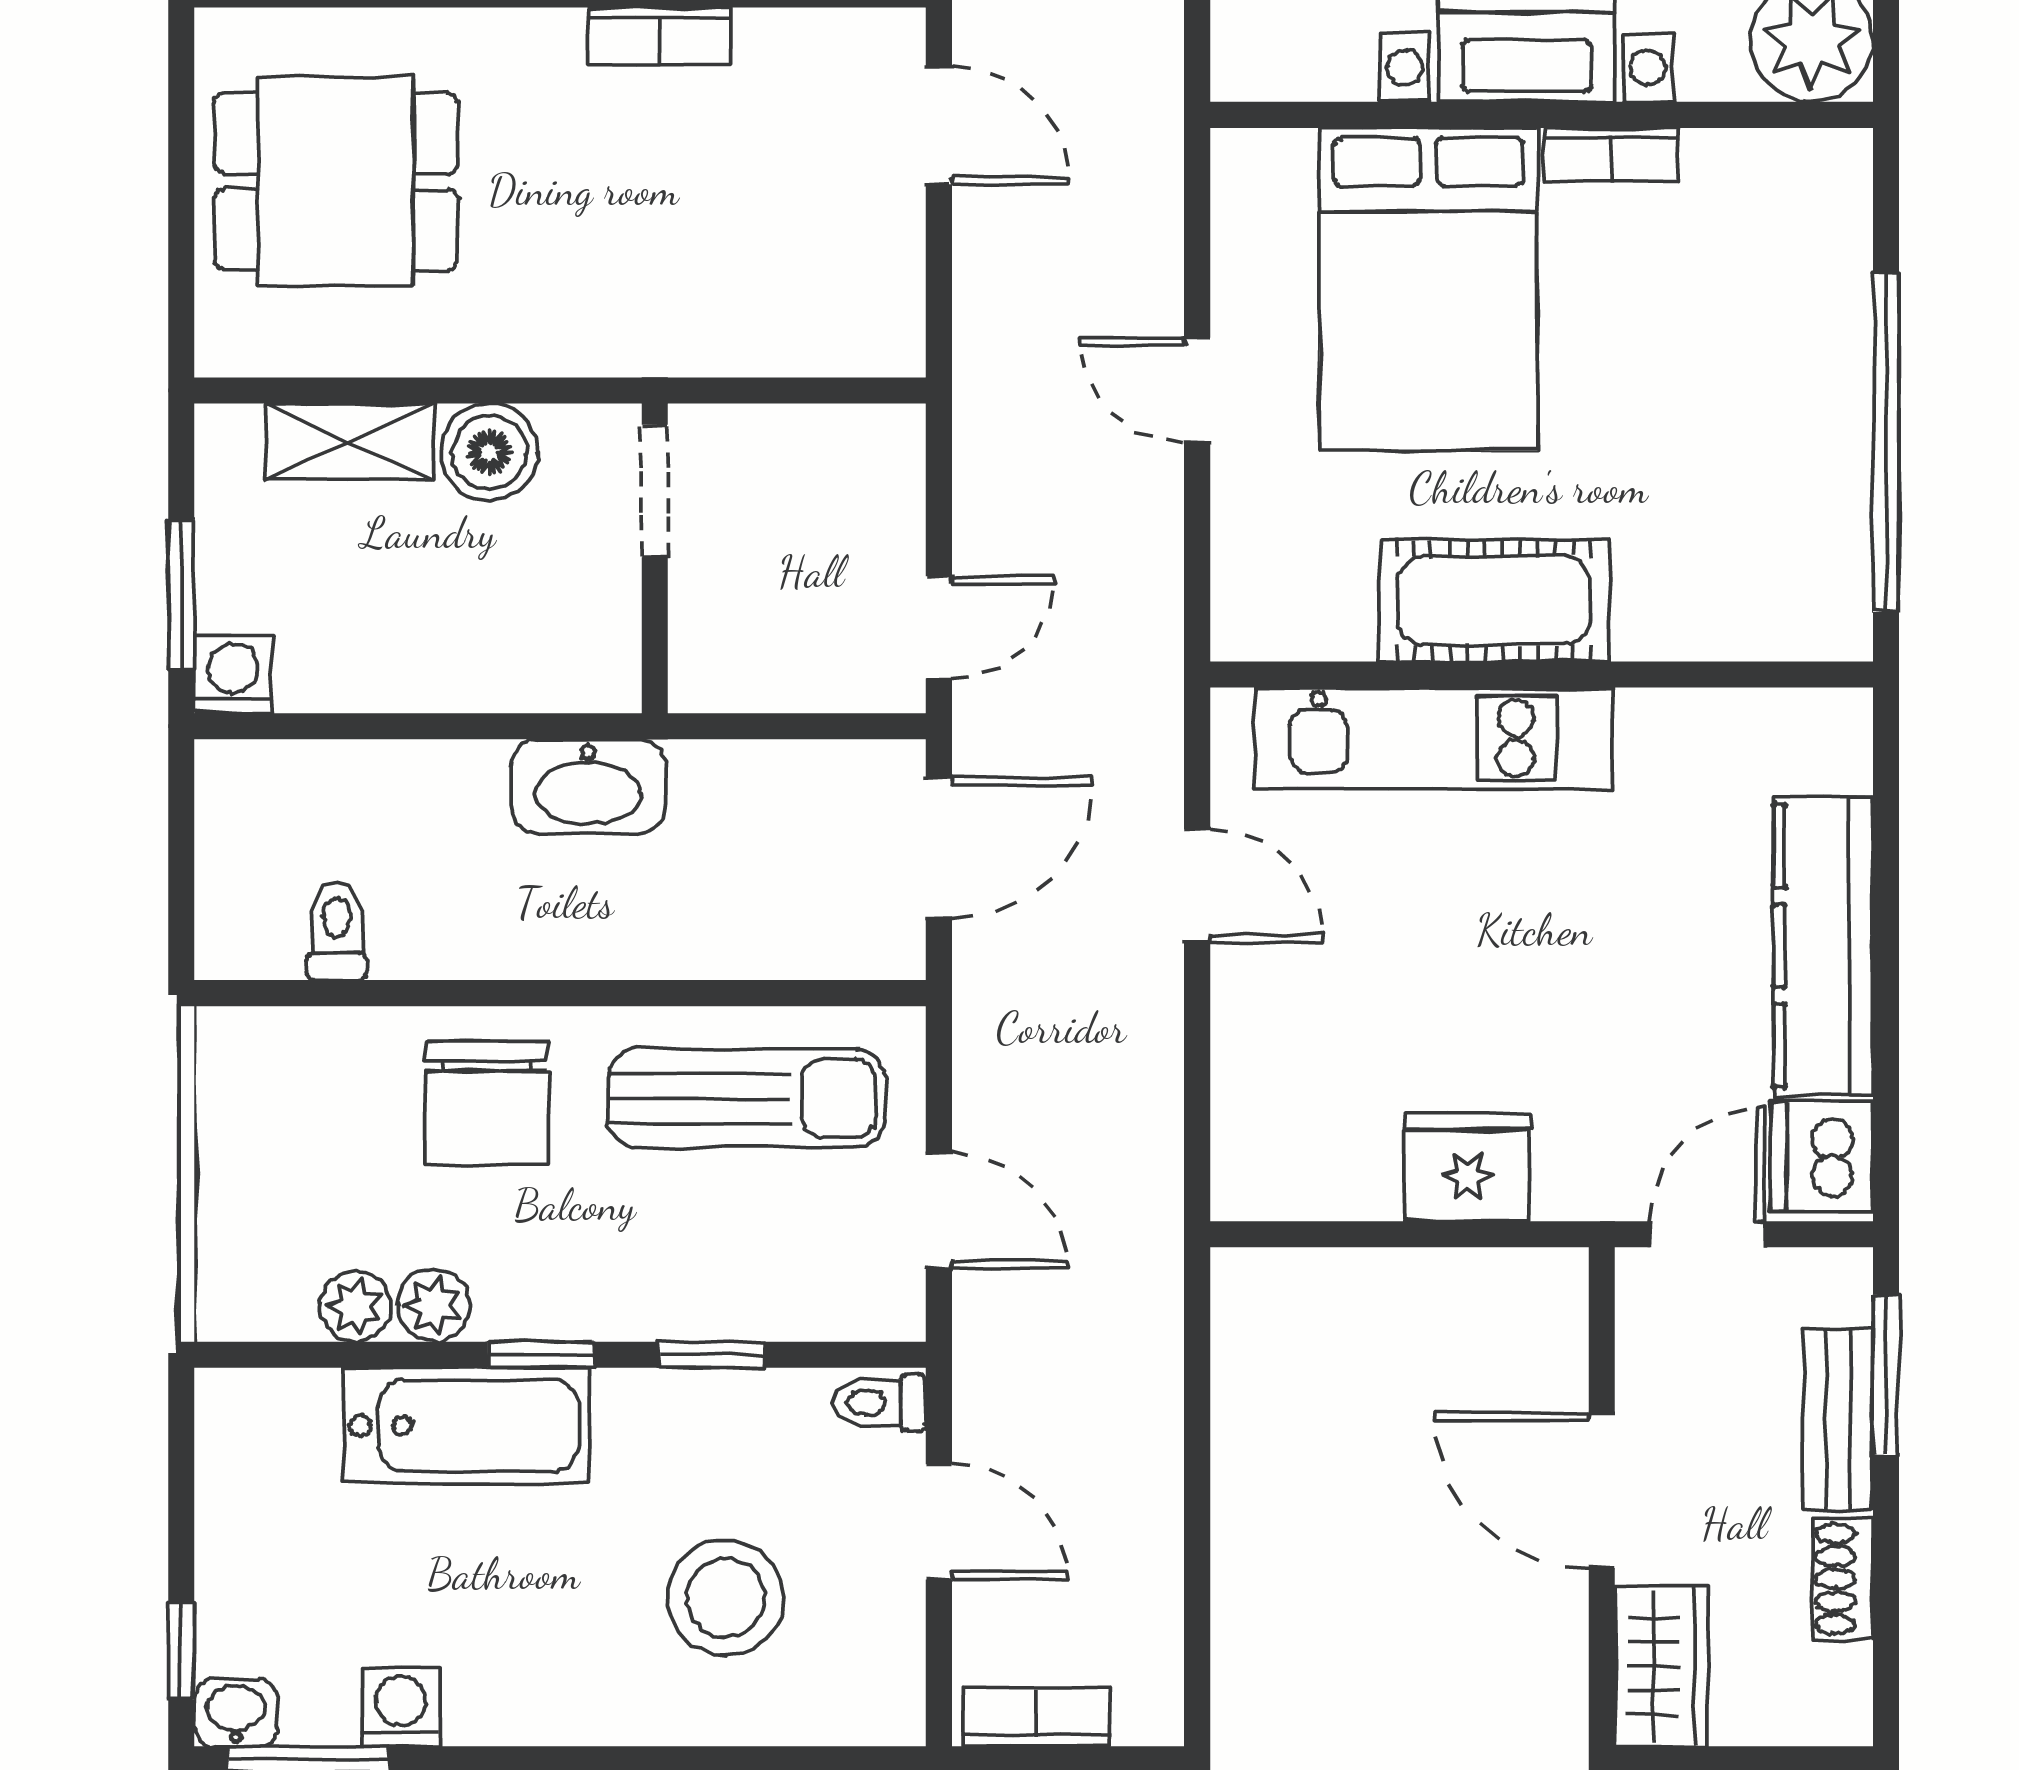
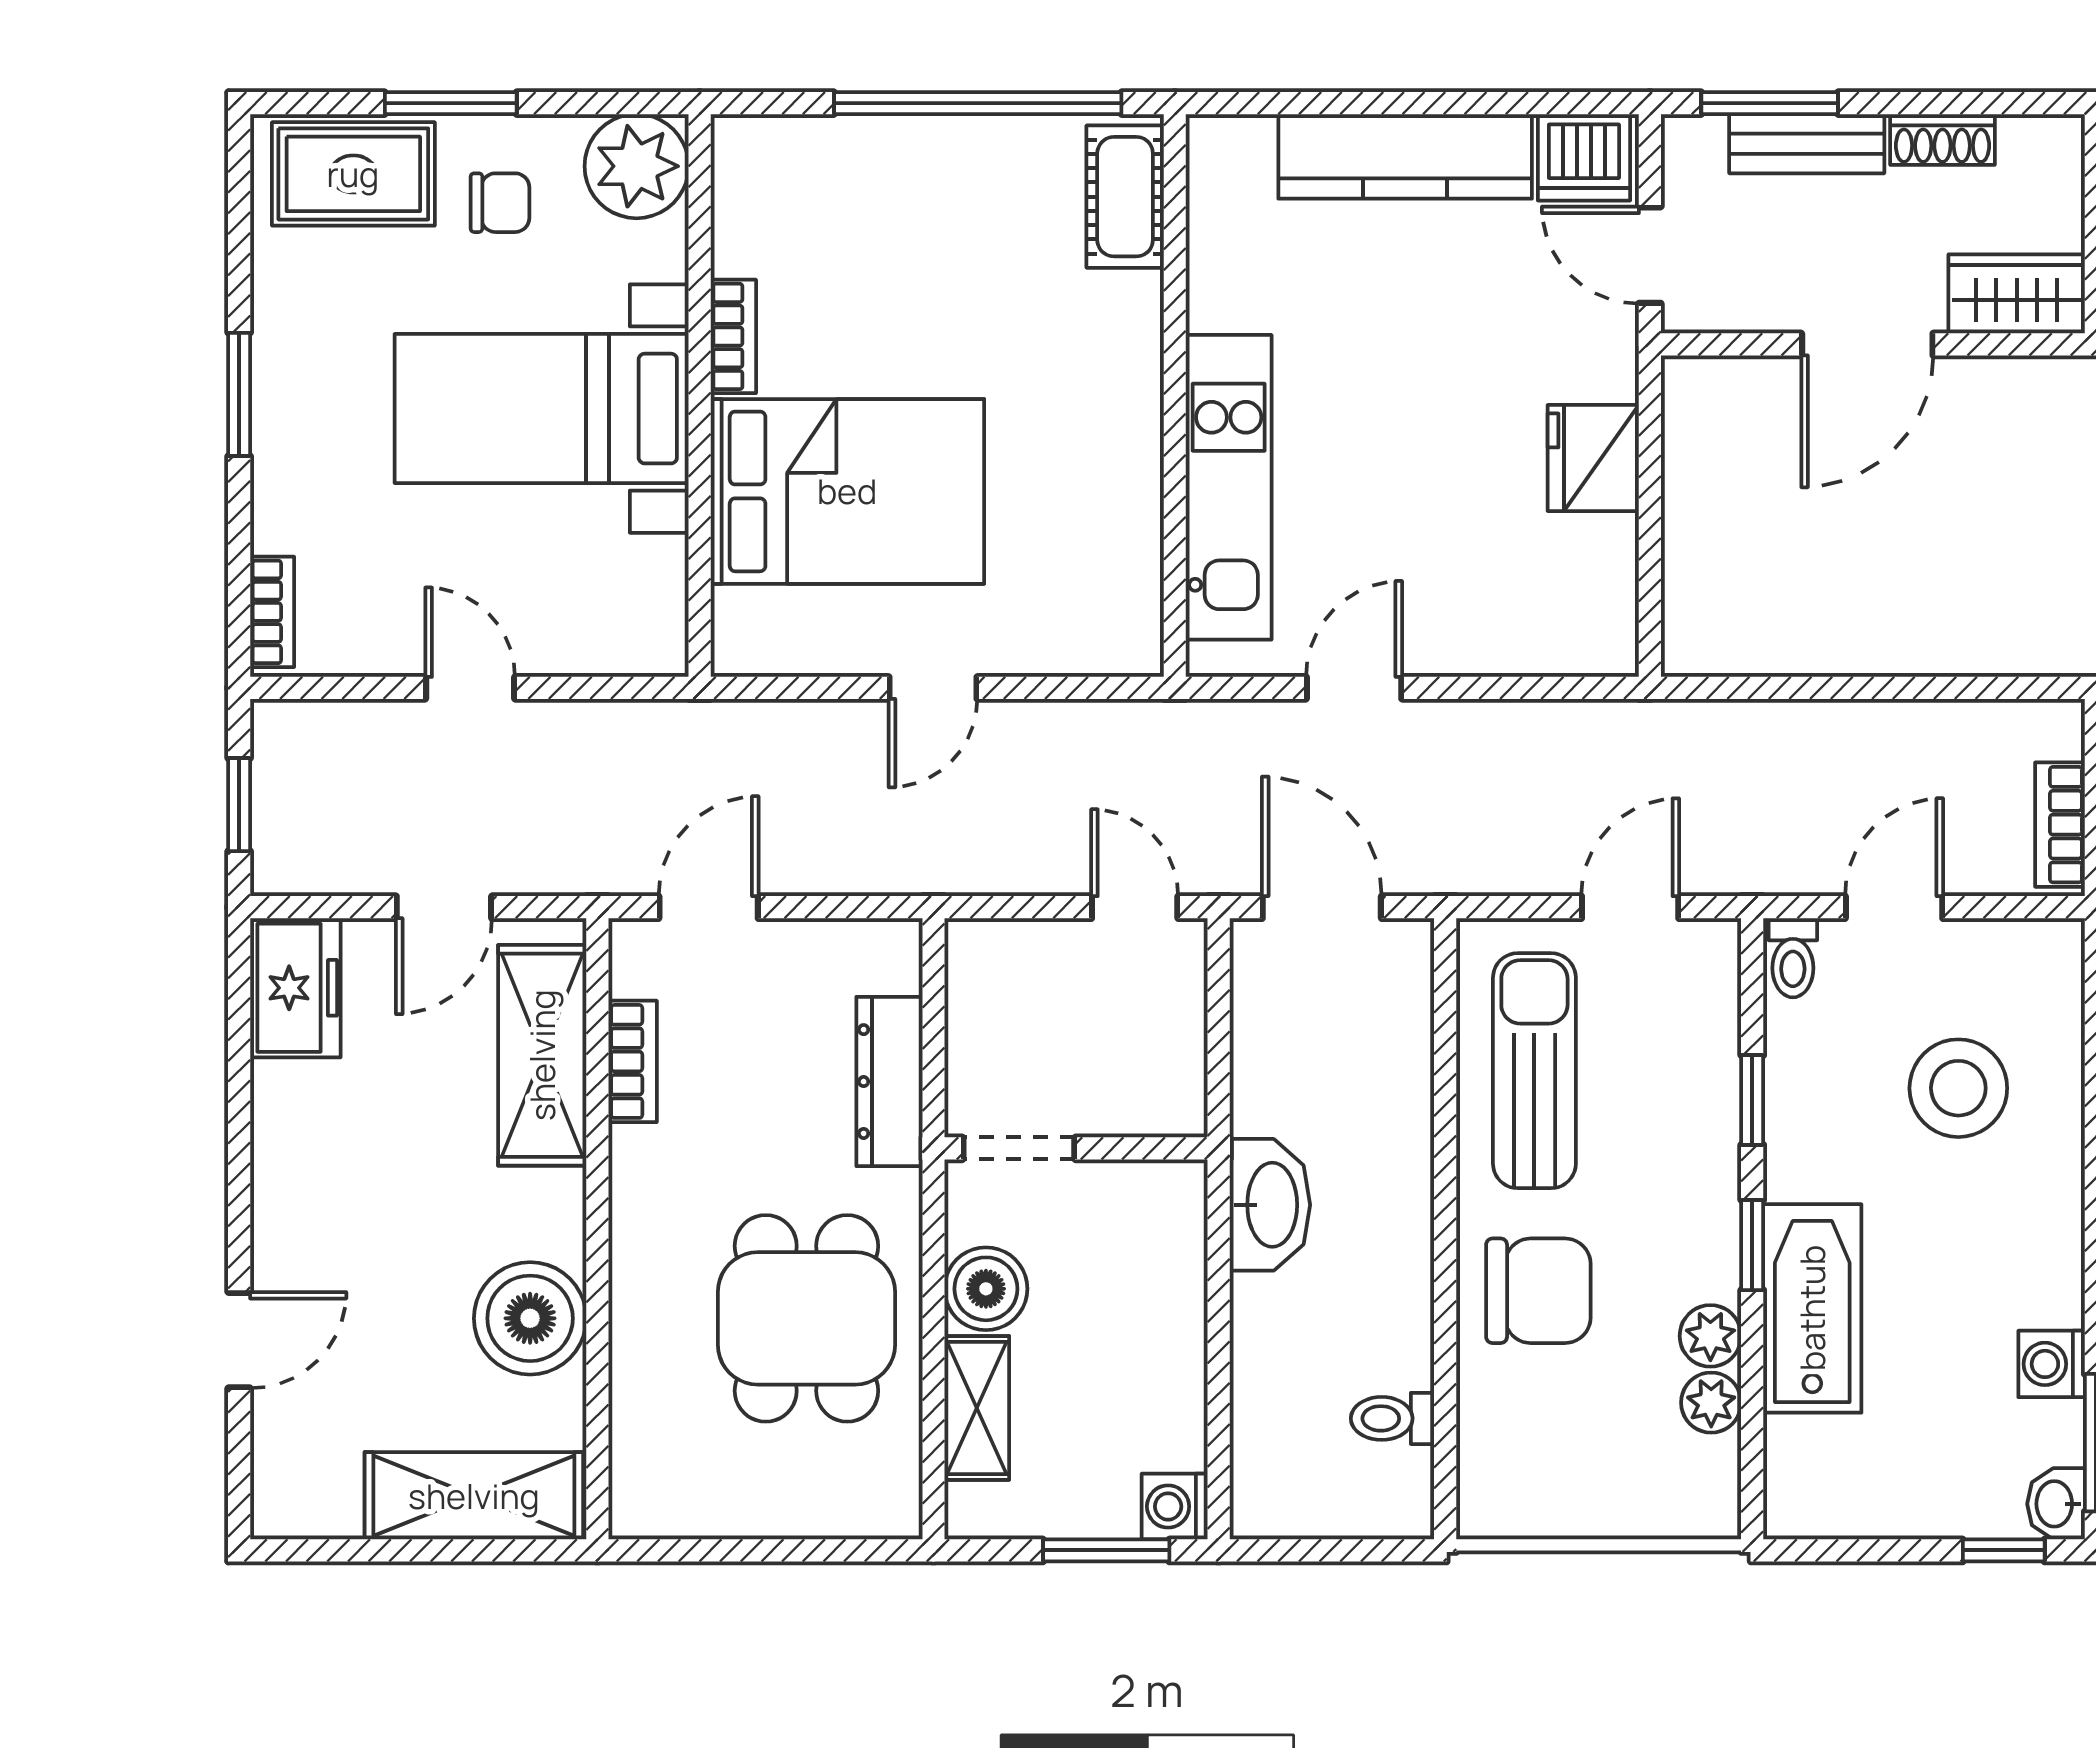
bookcase: (660, 36) -> (633, 1061), moved
dining table: (336, 181) -> (806, 1318), moved
dresser: (734, 338) -> (889, 1082), added
cot: (1494, 601) -> (1125, 197), moved, width x0.73, depth x0.75

